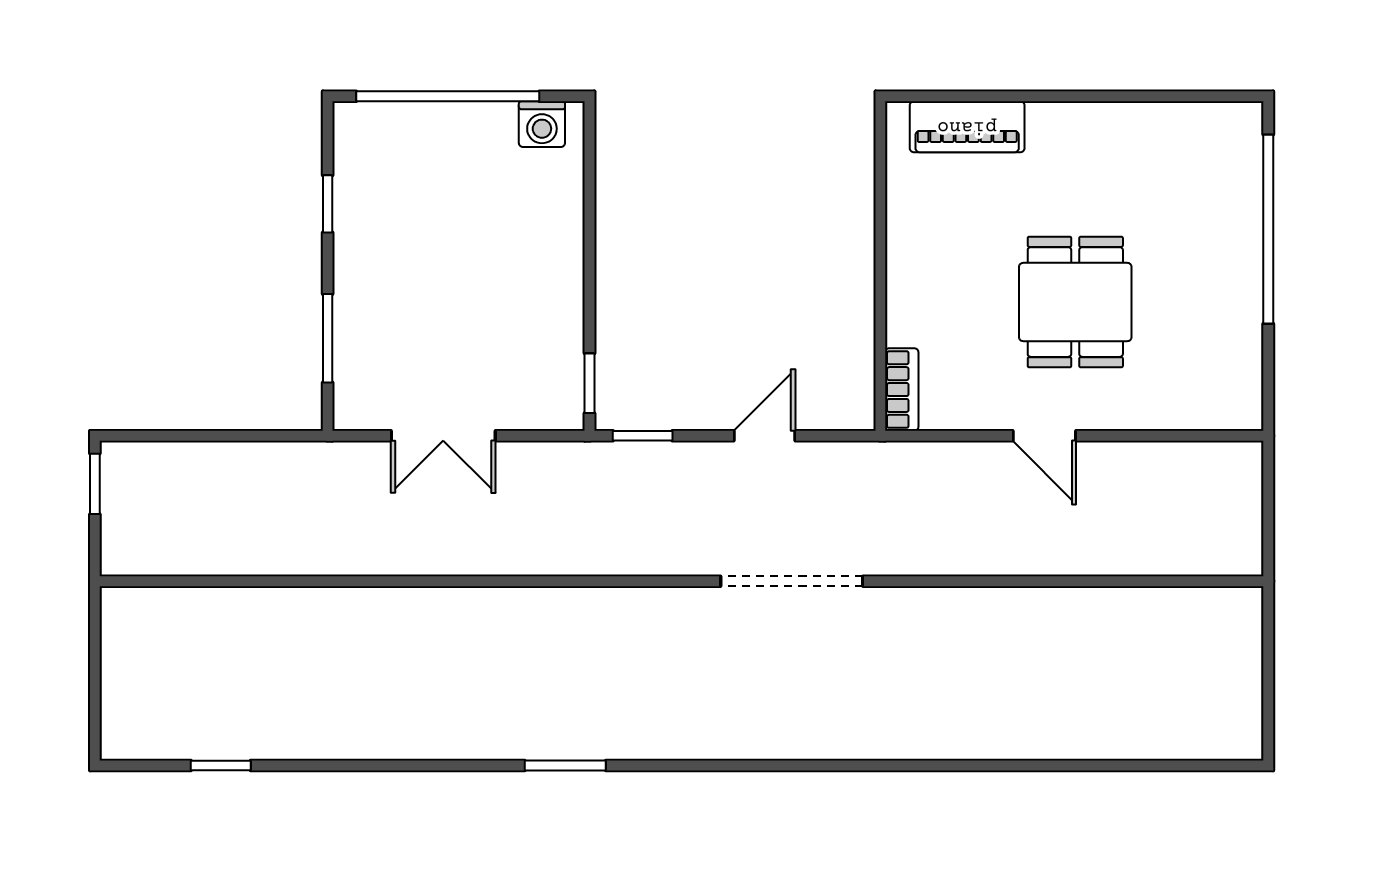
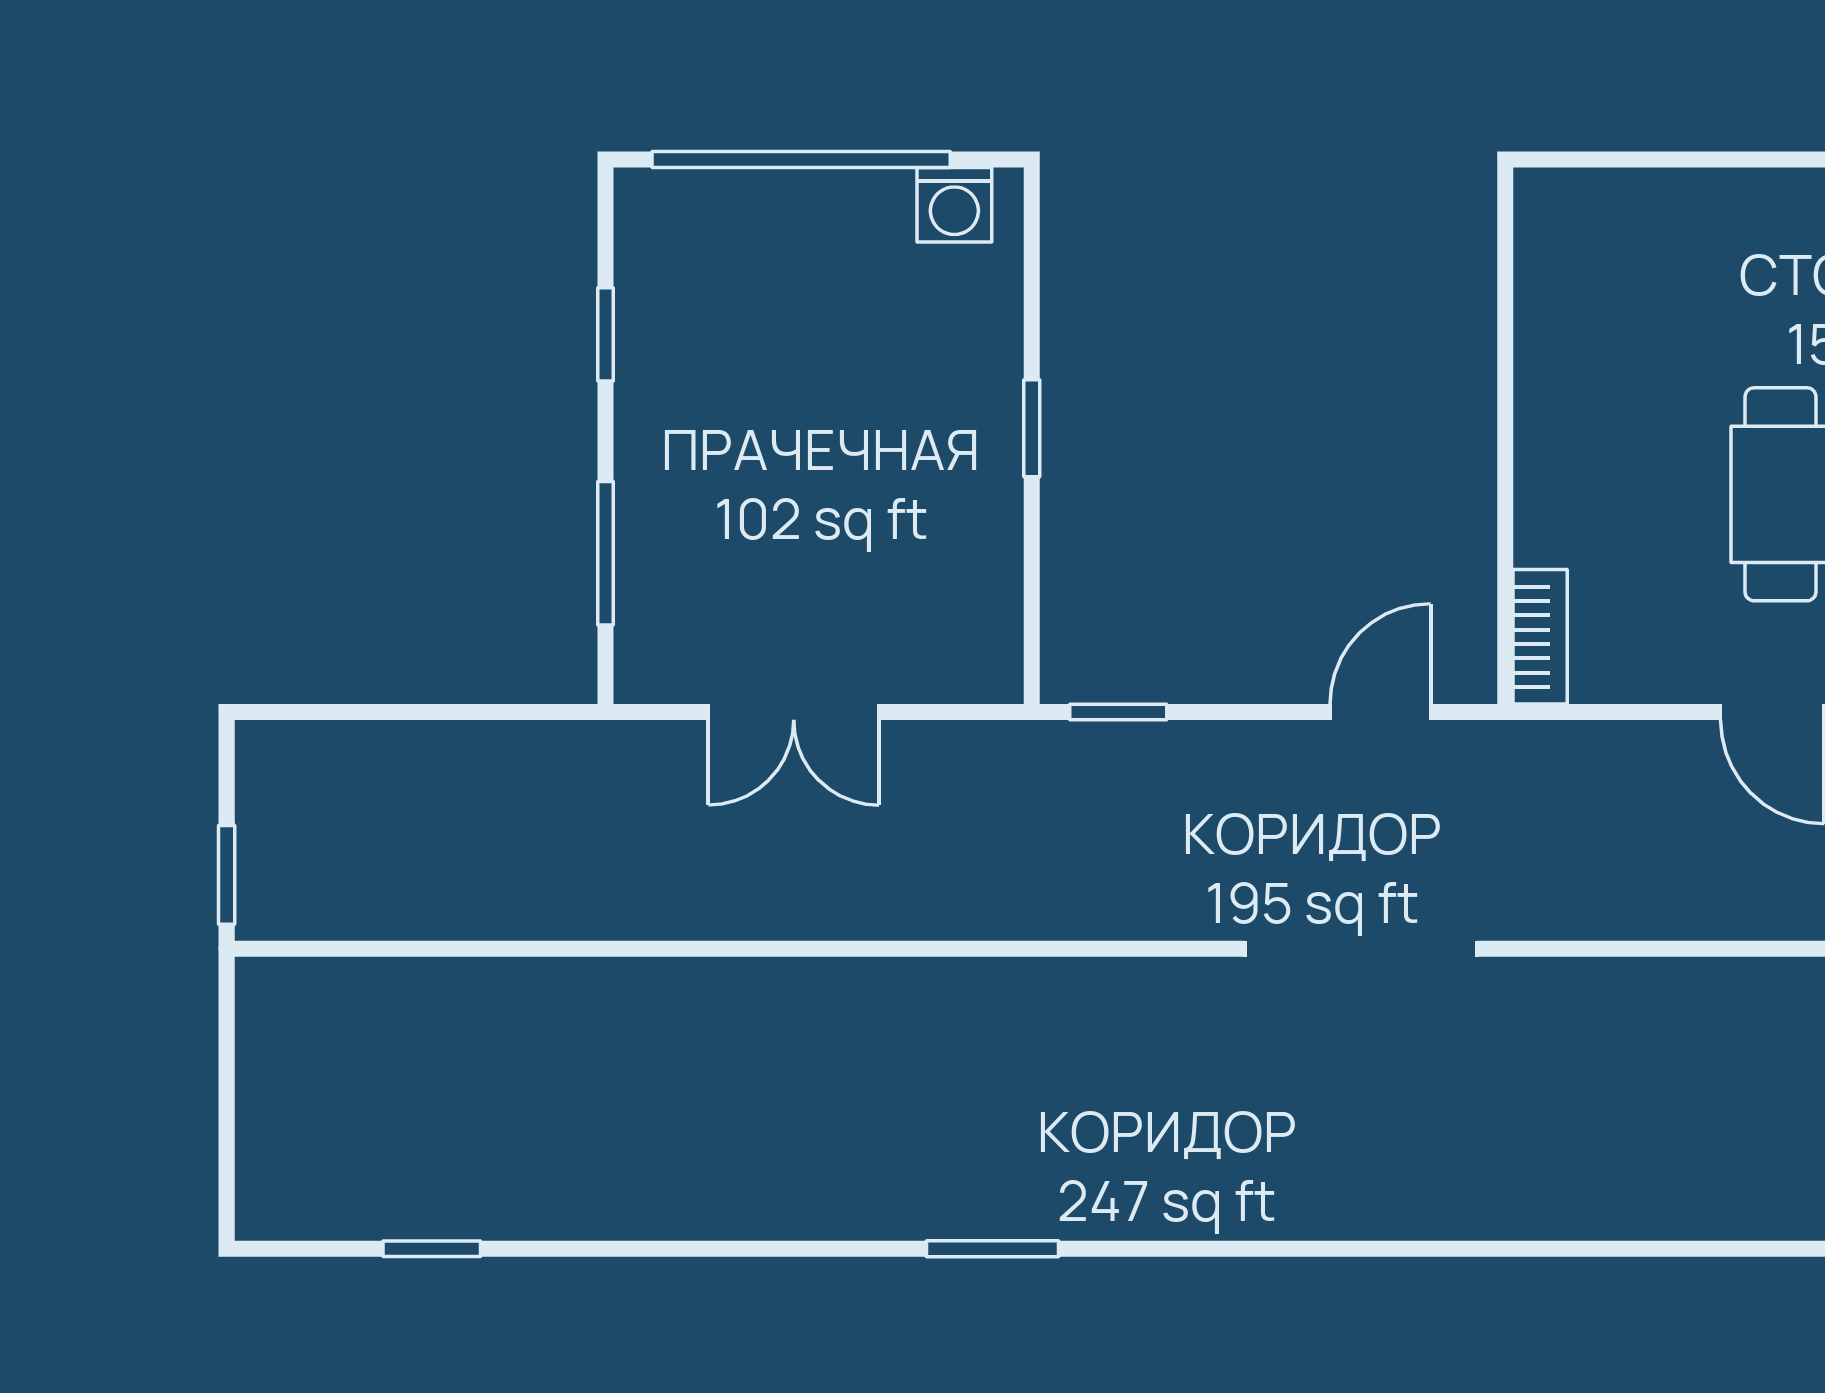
piano: (967, 127) -> (1647, 209), removed
window: (589, 383) -> (1032, 428), moved
door: (764, 436) -> (1380, 712), moved
window: (95, 484) -> (227, 875), moved

